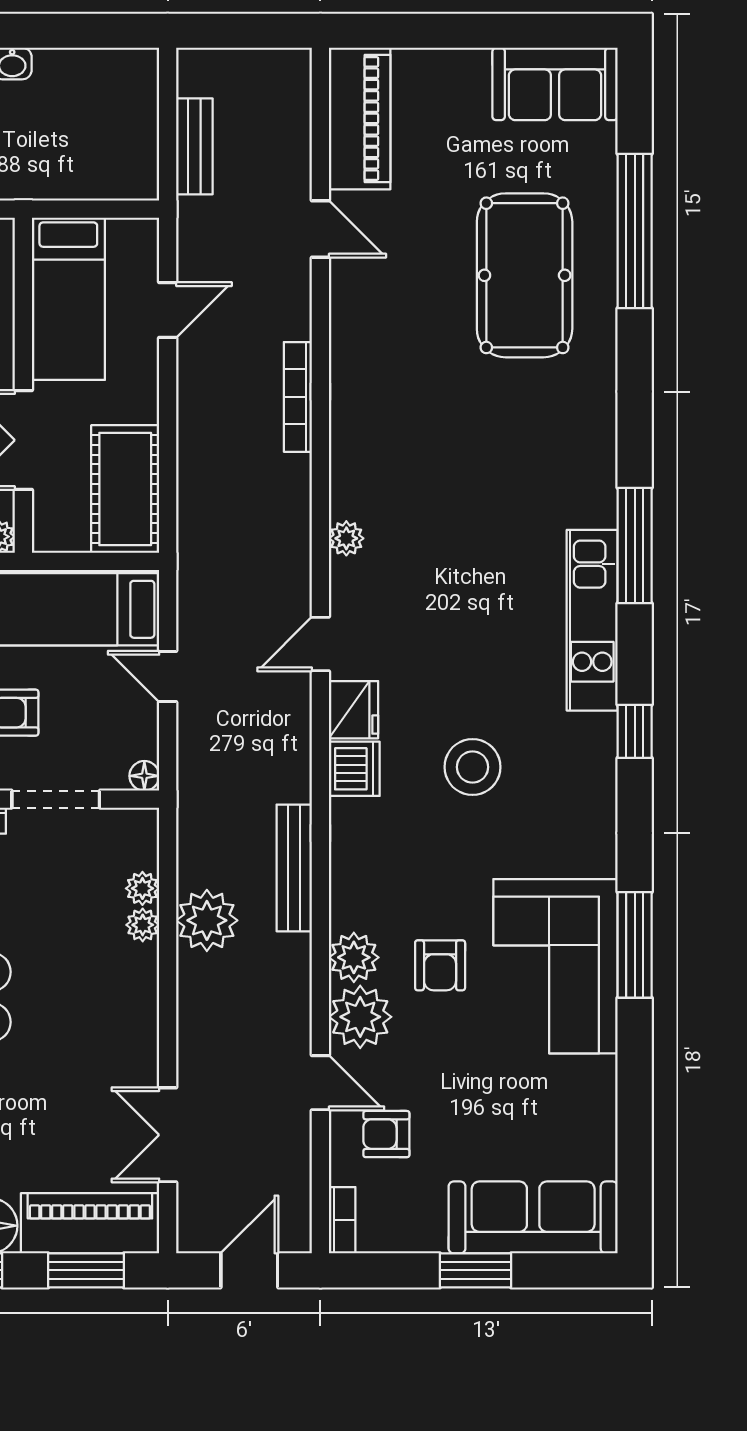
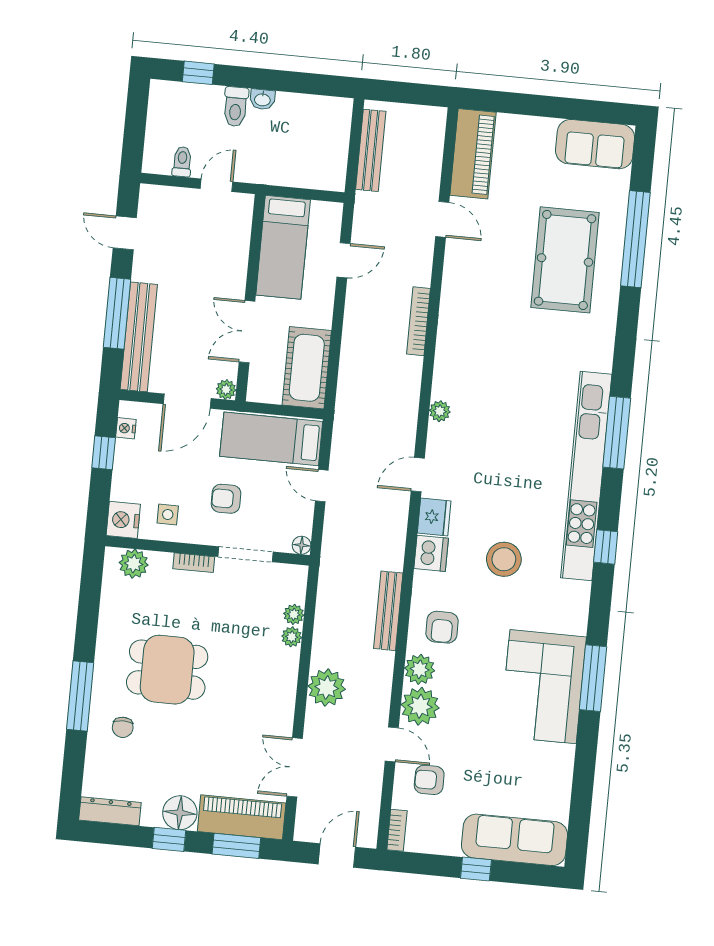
bench: (194, 146) -> (371, 150), width x1.36
kitchen unit: (592, 620) -> (586, 476), width x1.86
plant: (207, 920) -> (327, 688), moved
armchair: (440, 965) -> (442, 627), moved
window: (475, 1270) -> (476, 869), width x0.67

